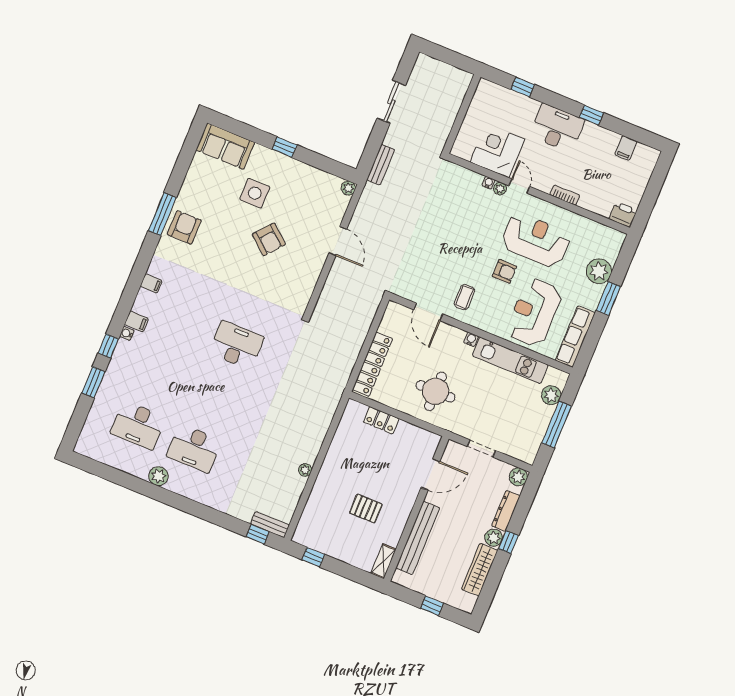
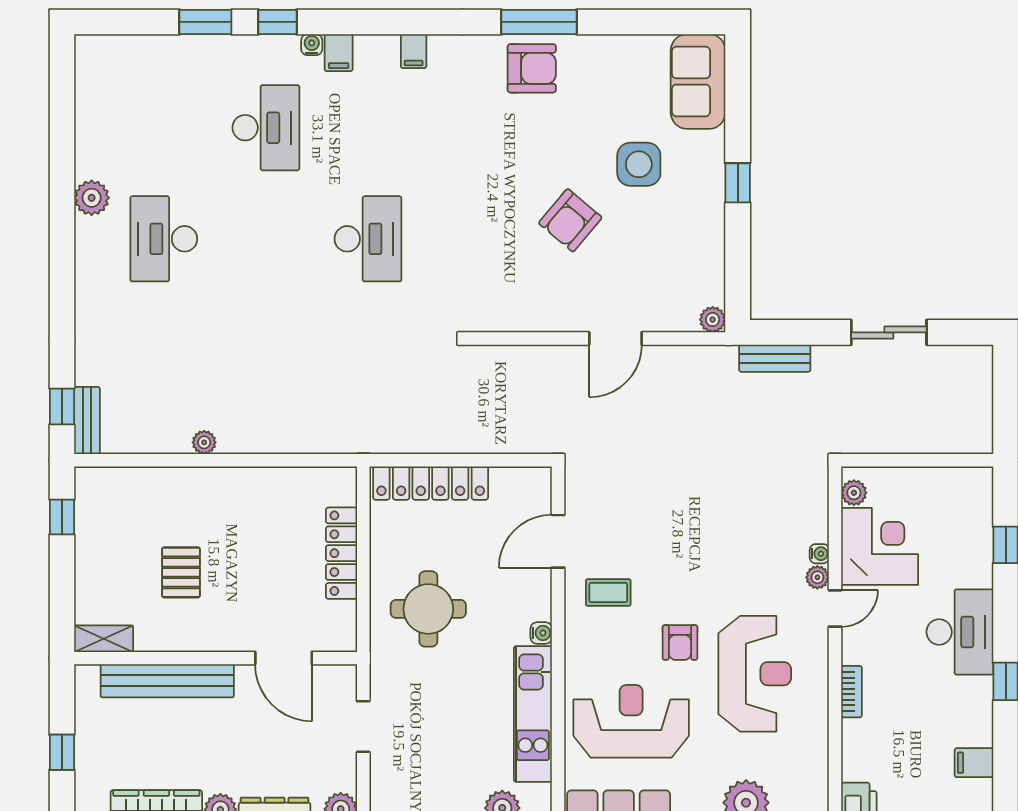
plant: (465, 153) -> (854, 493), added
locker: (381, 420) -> (342, 553), width x1.53
desk: (138, 425) -> (266, 128), moved, turned 180

